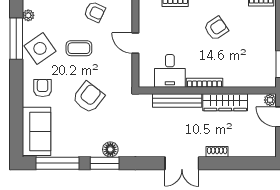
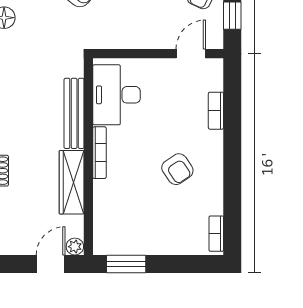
door: (135, 43) -> (191, 54), moved
desk: (170, 71) -> (116, 95), width x1.37

